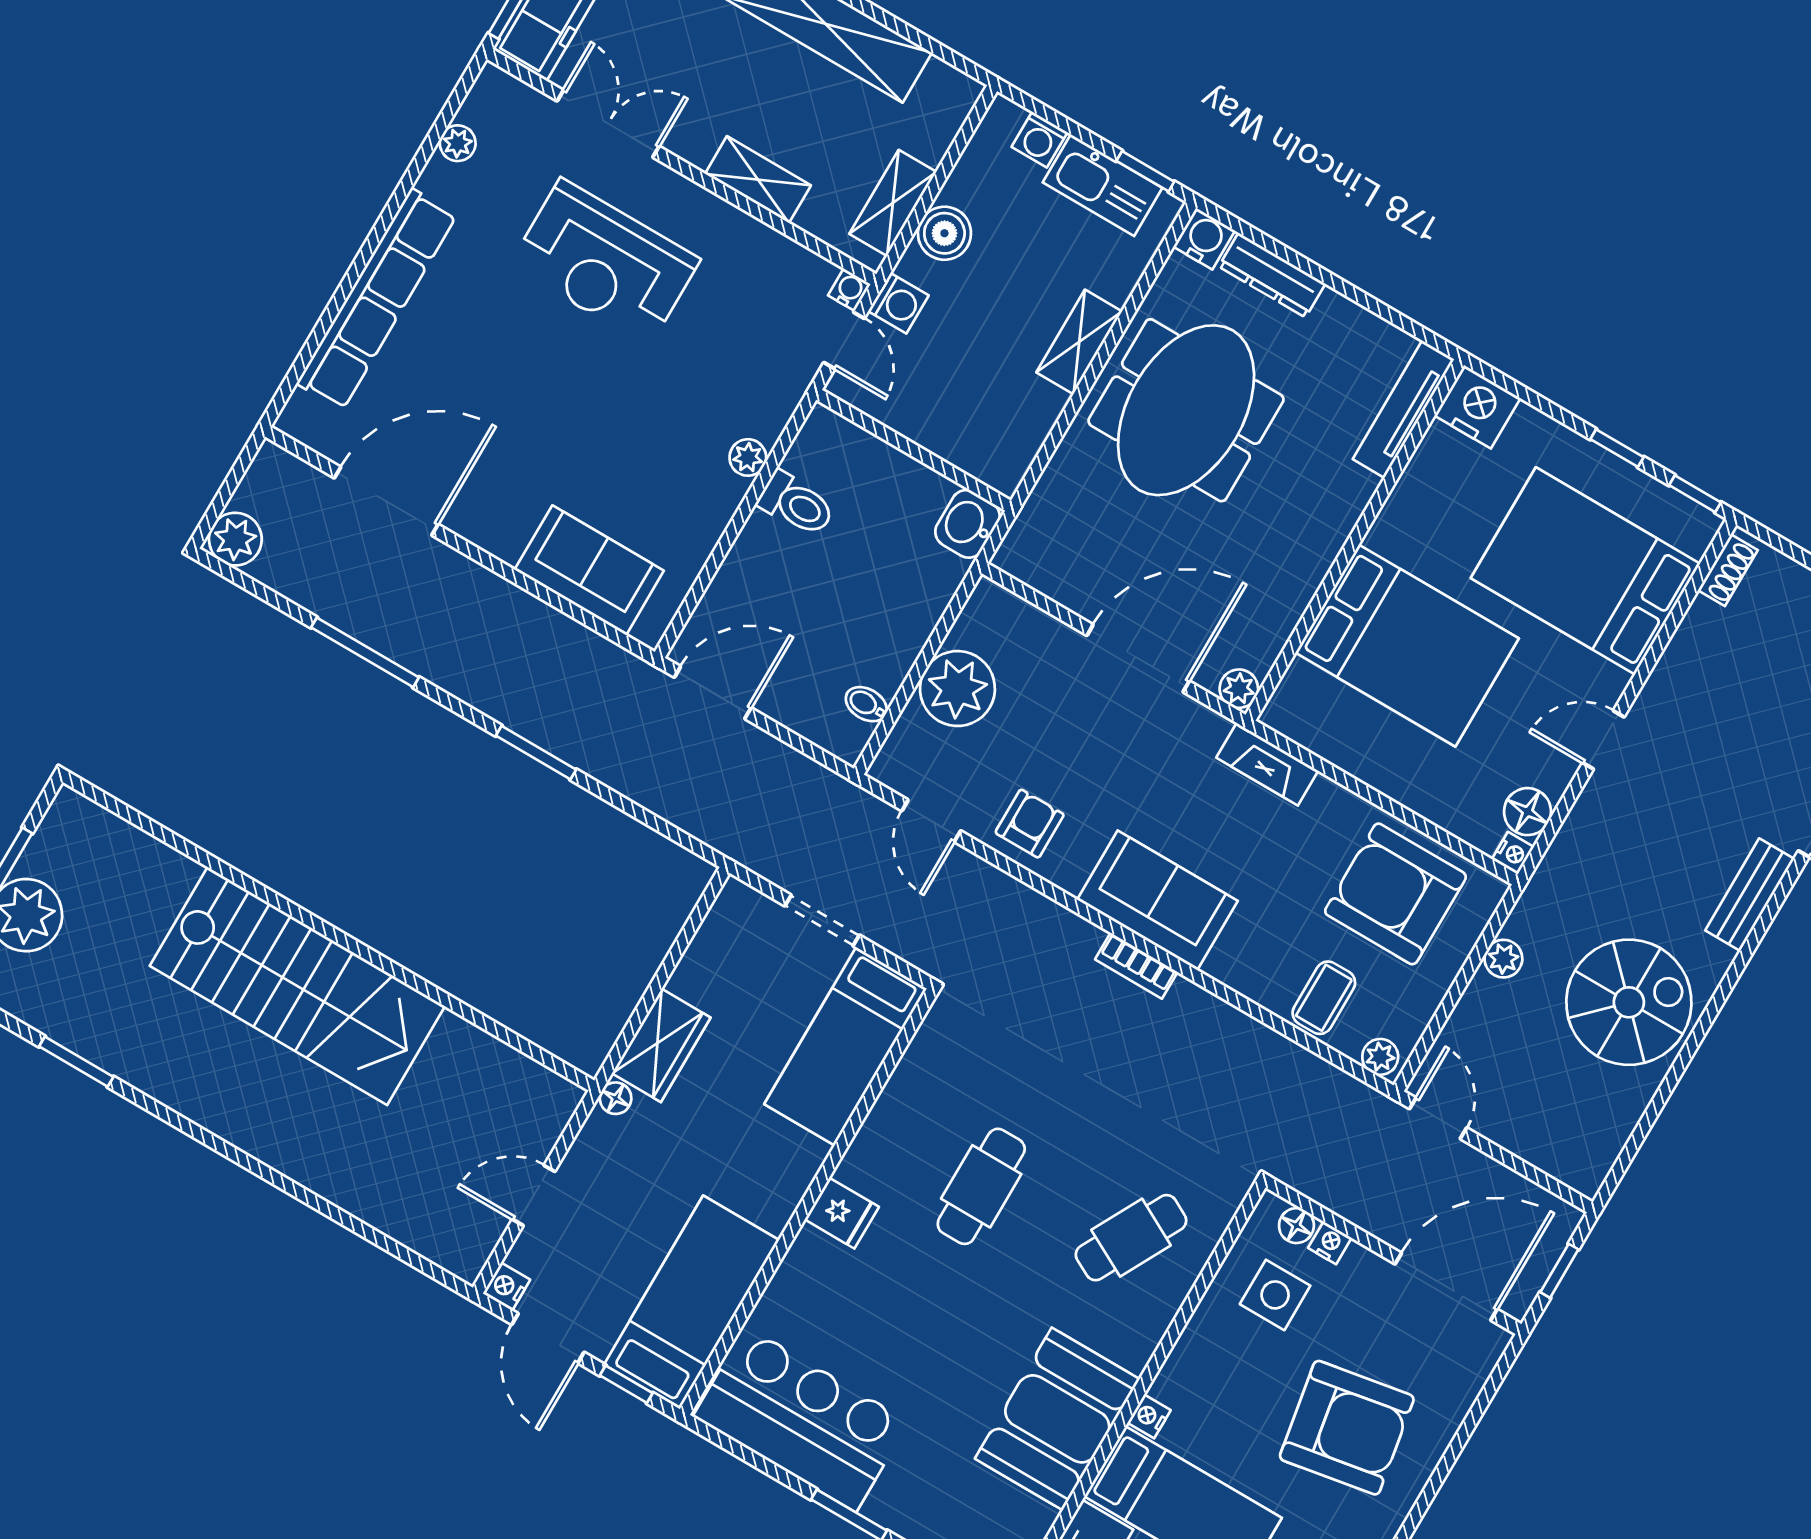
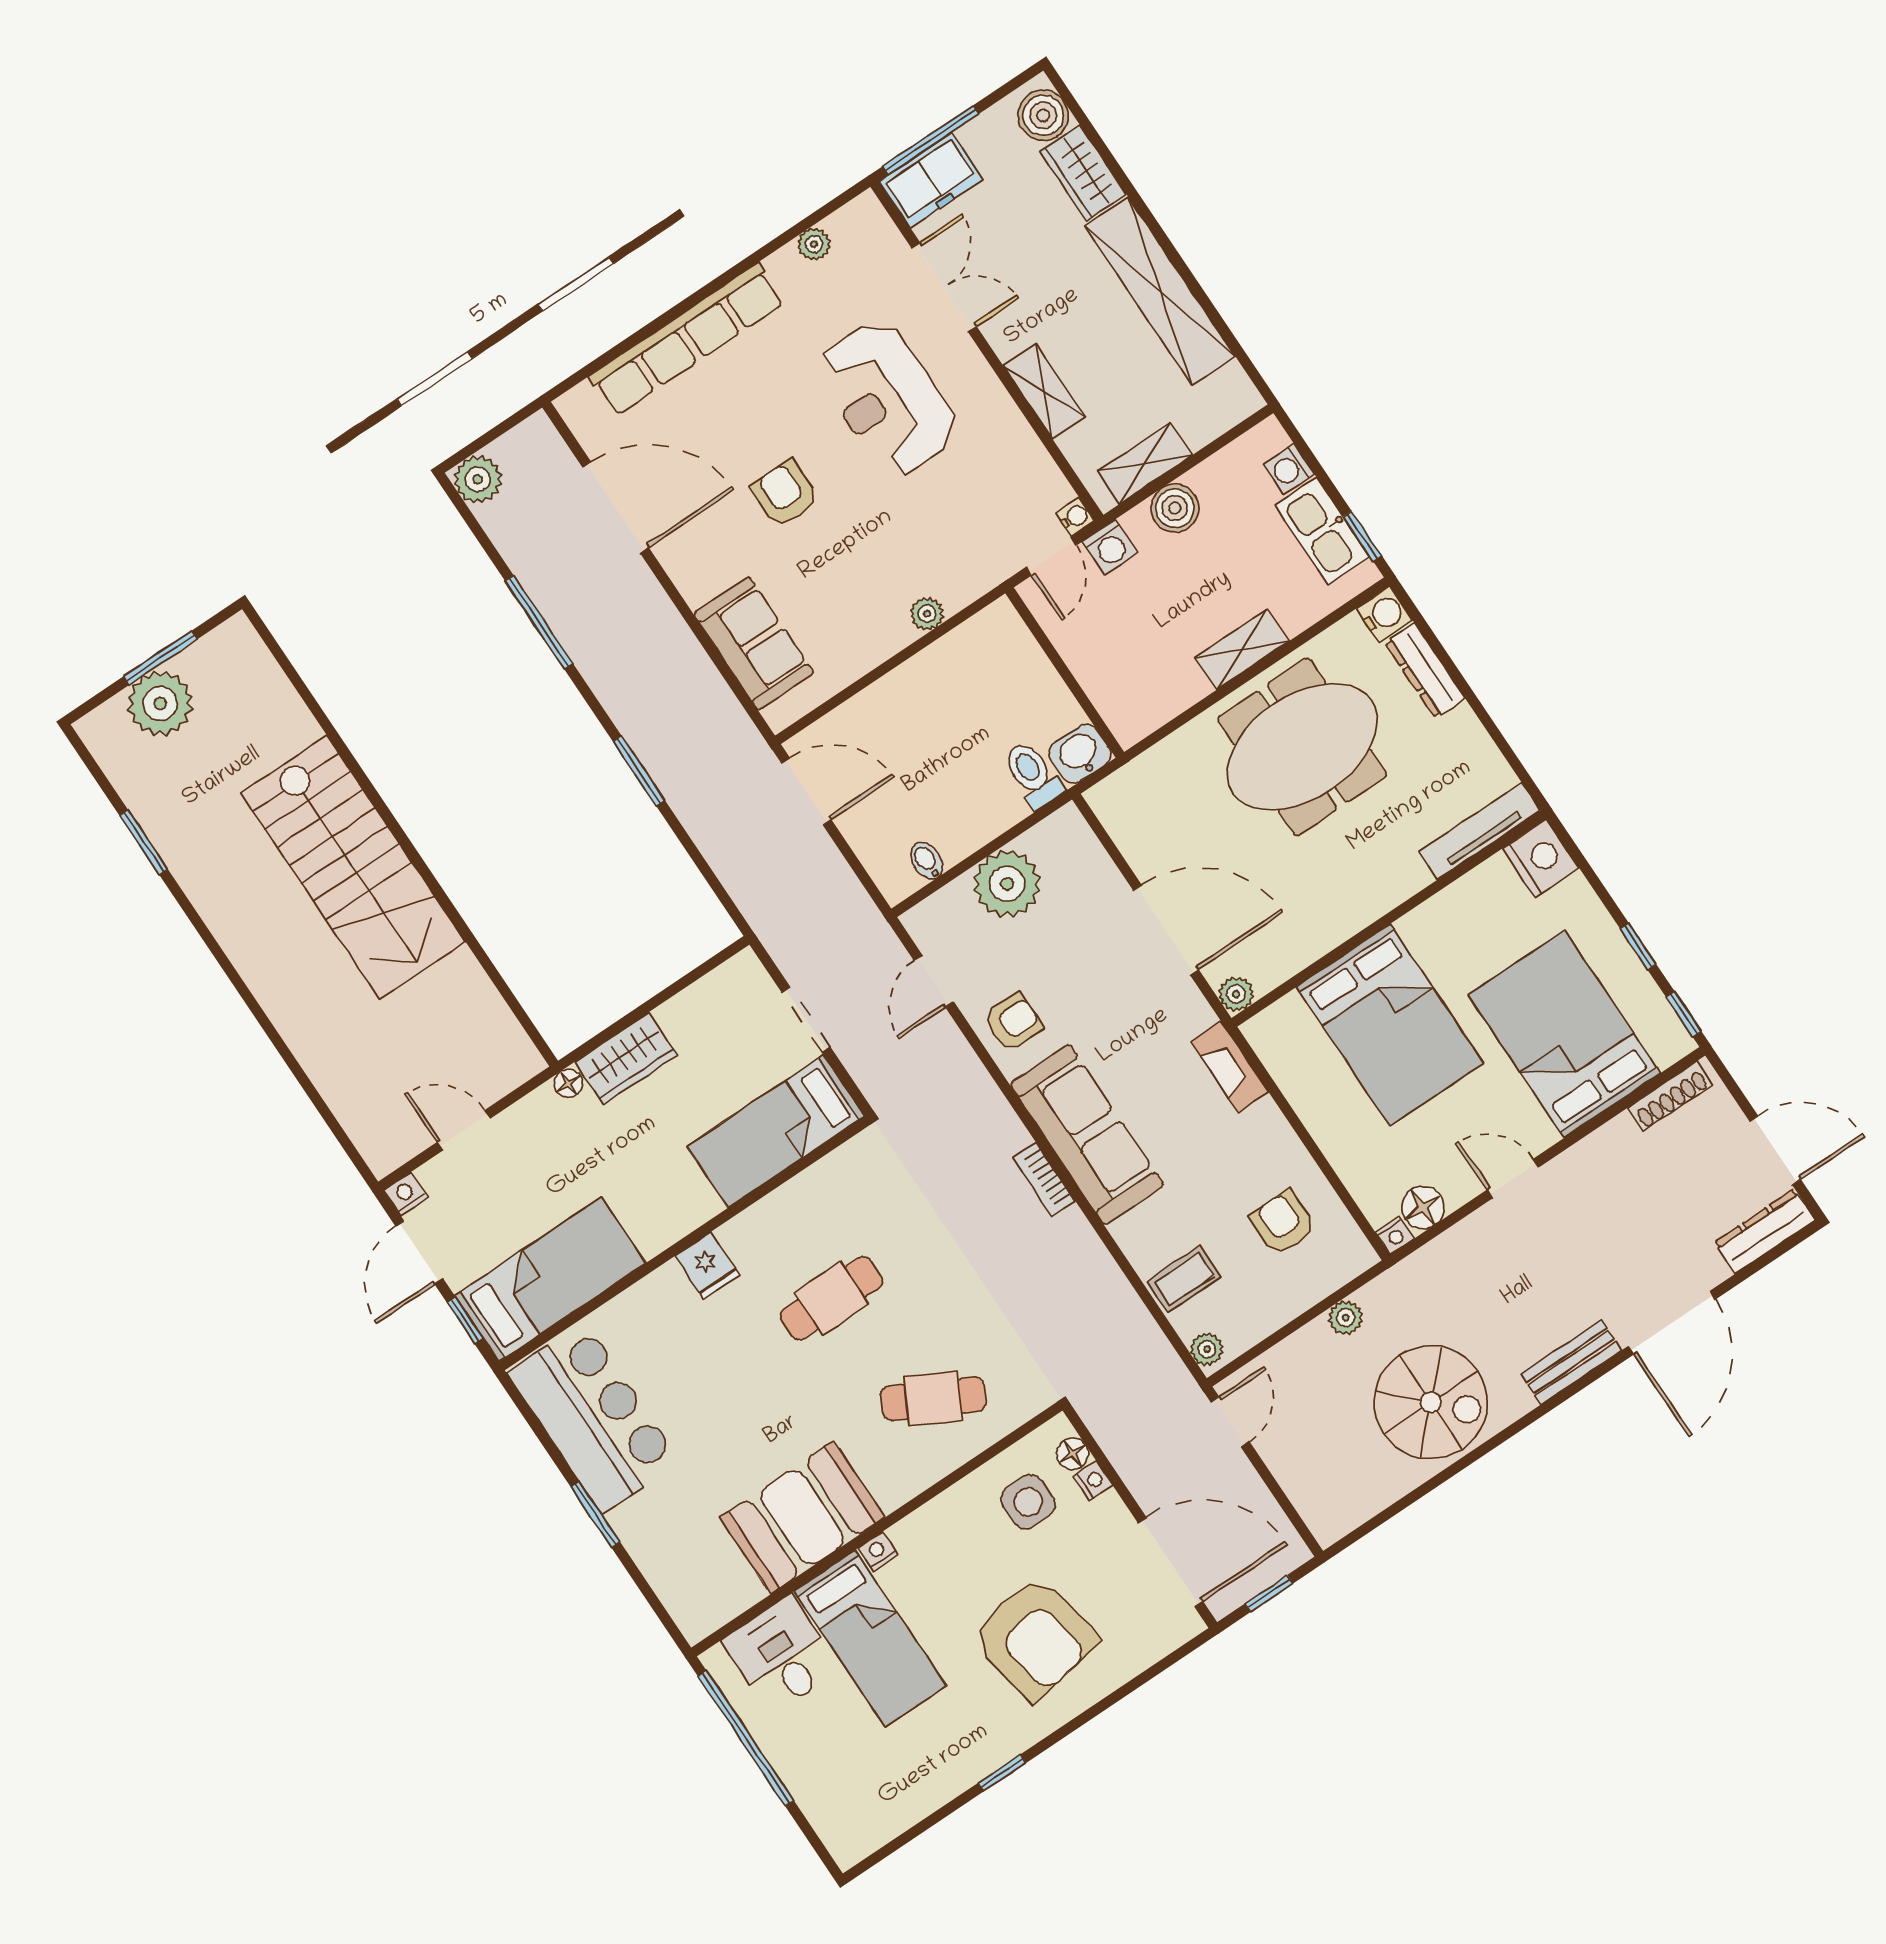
armchair: (549, 406) -> (785, 494), added
toilet: (796, 504) -> (1033, 775), moved, turned 180
shoe rack: (1728, 570) -> (1670, 1096), width x1.43
armchair: (1395, 894) -> (1283, 1223), width x0.53, depth x0.53
sofa: (1157, 900) -> (1087, 1135), width x1.36

